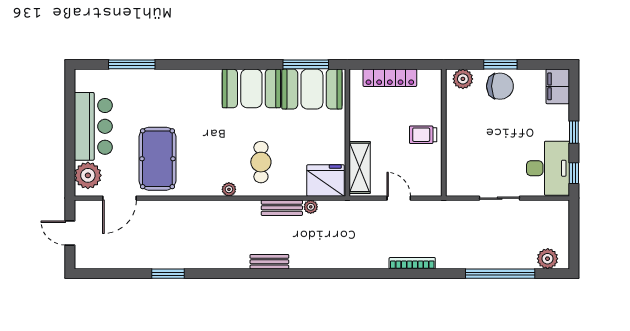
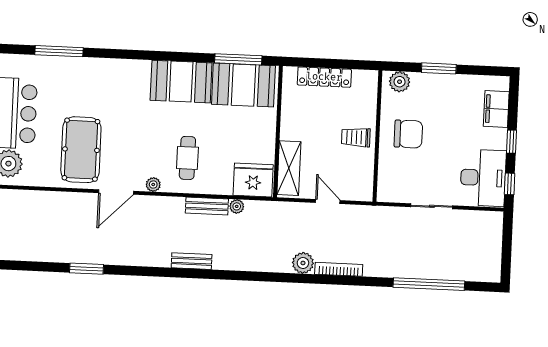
chair: (500, 86) -> (408, 134), moved
filing cabinet: (558, 86) -> (496, 109), moved
door: (119, 198) -> (116, 192), moved
plant: (548, 259) -> (303, 263), moved

